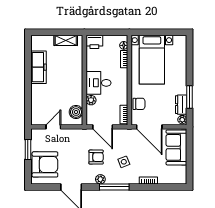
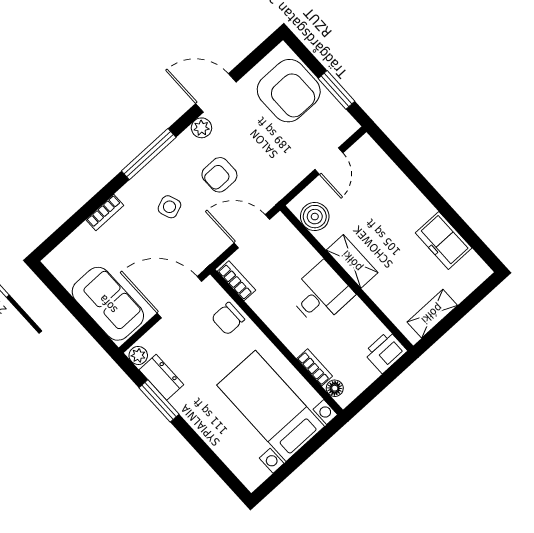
freezer: (38, 67) -> (444, 240), width x0.71
shelving: (77, 84) -> (352, 261), added
plant: (91, 100) -> (308, 256), removed
armchair: (45, 164) -> (289, 91), turned -90
plant: (100, 179) -> (201, 128), moved

